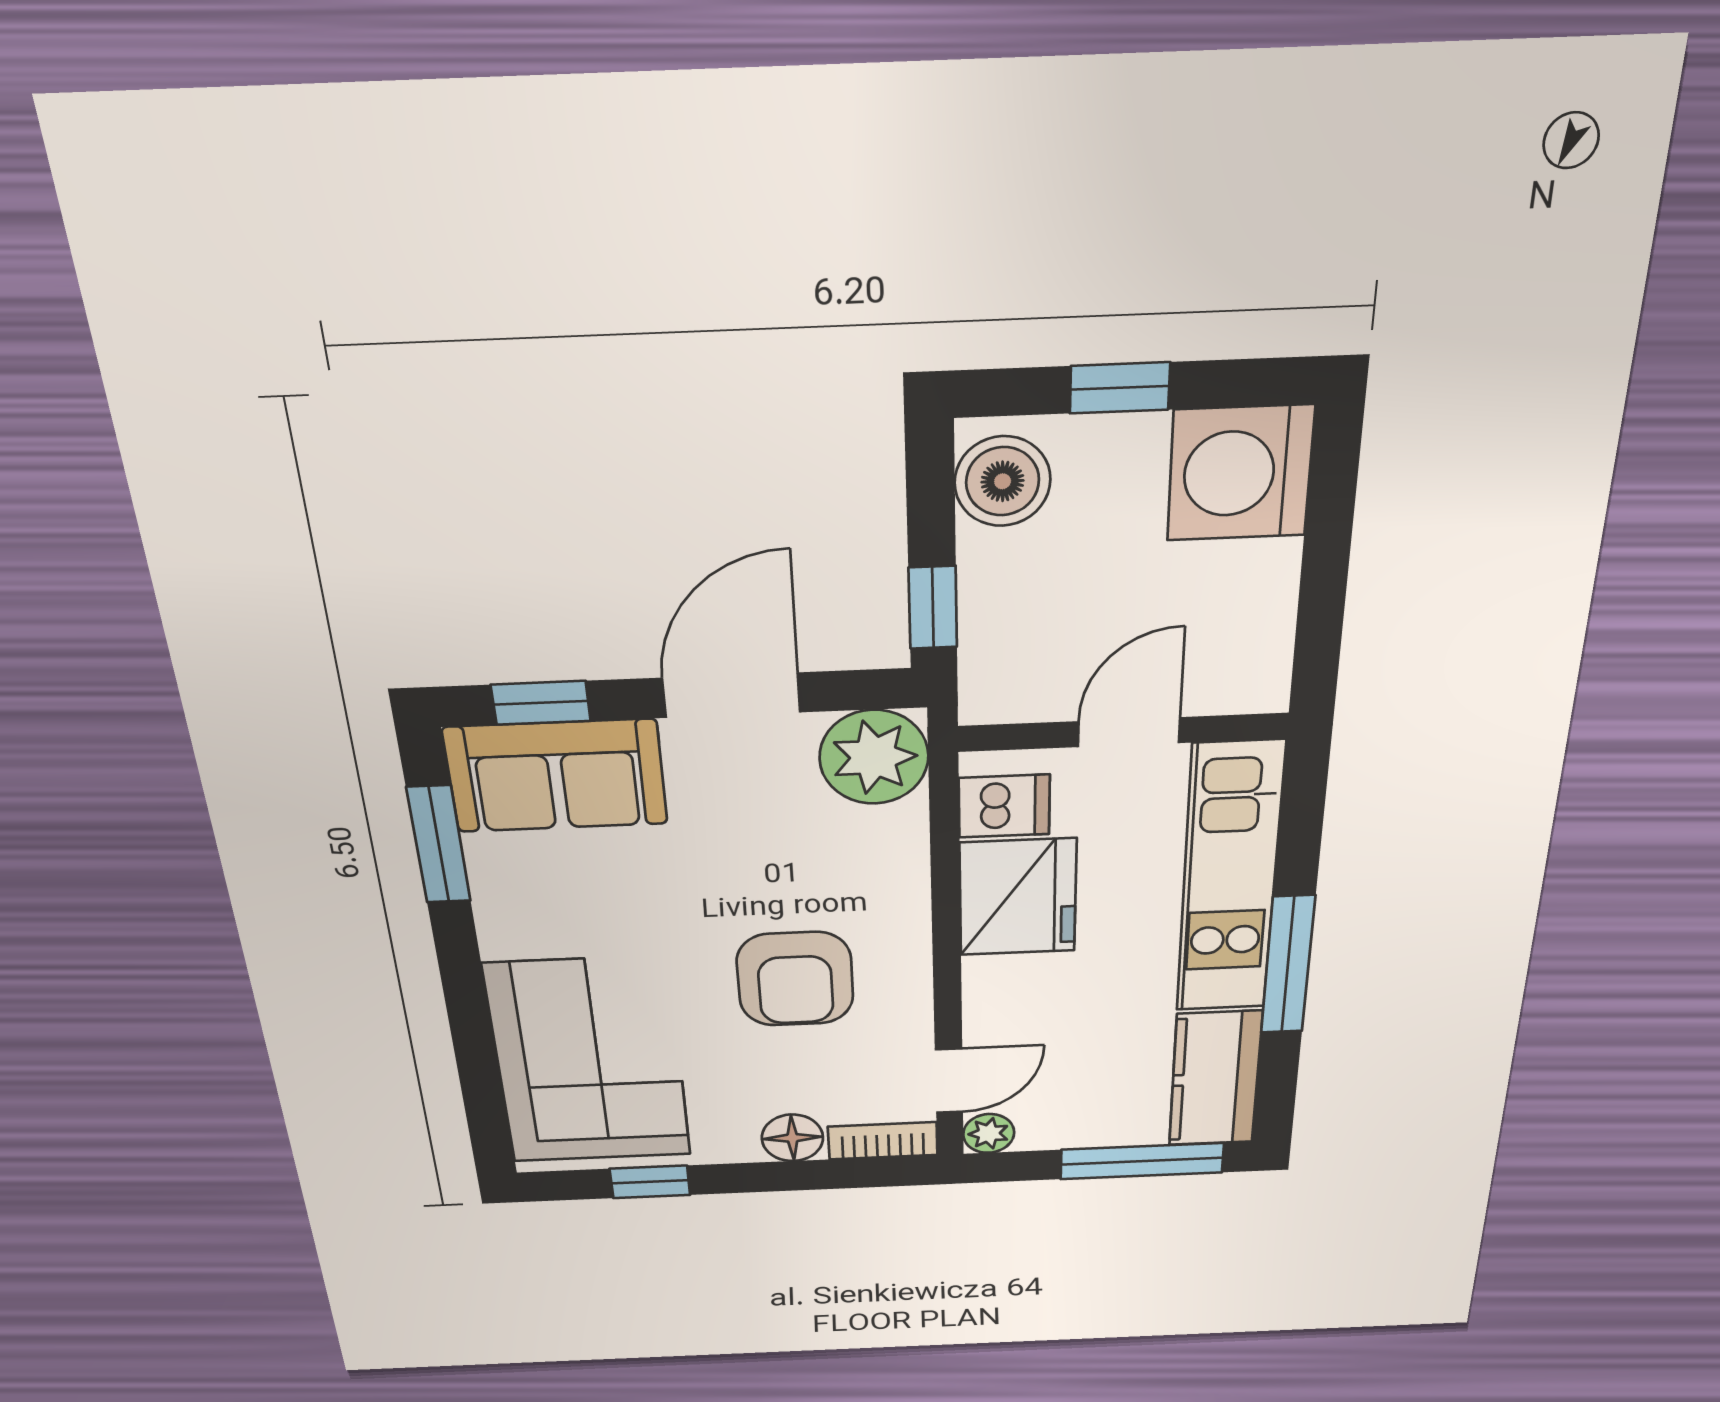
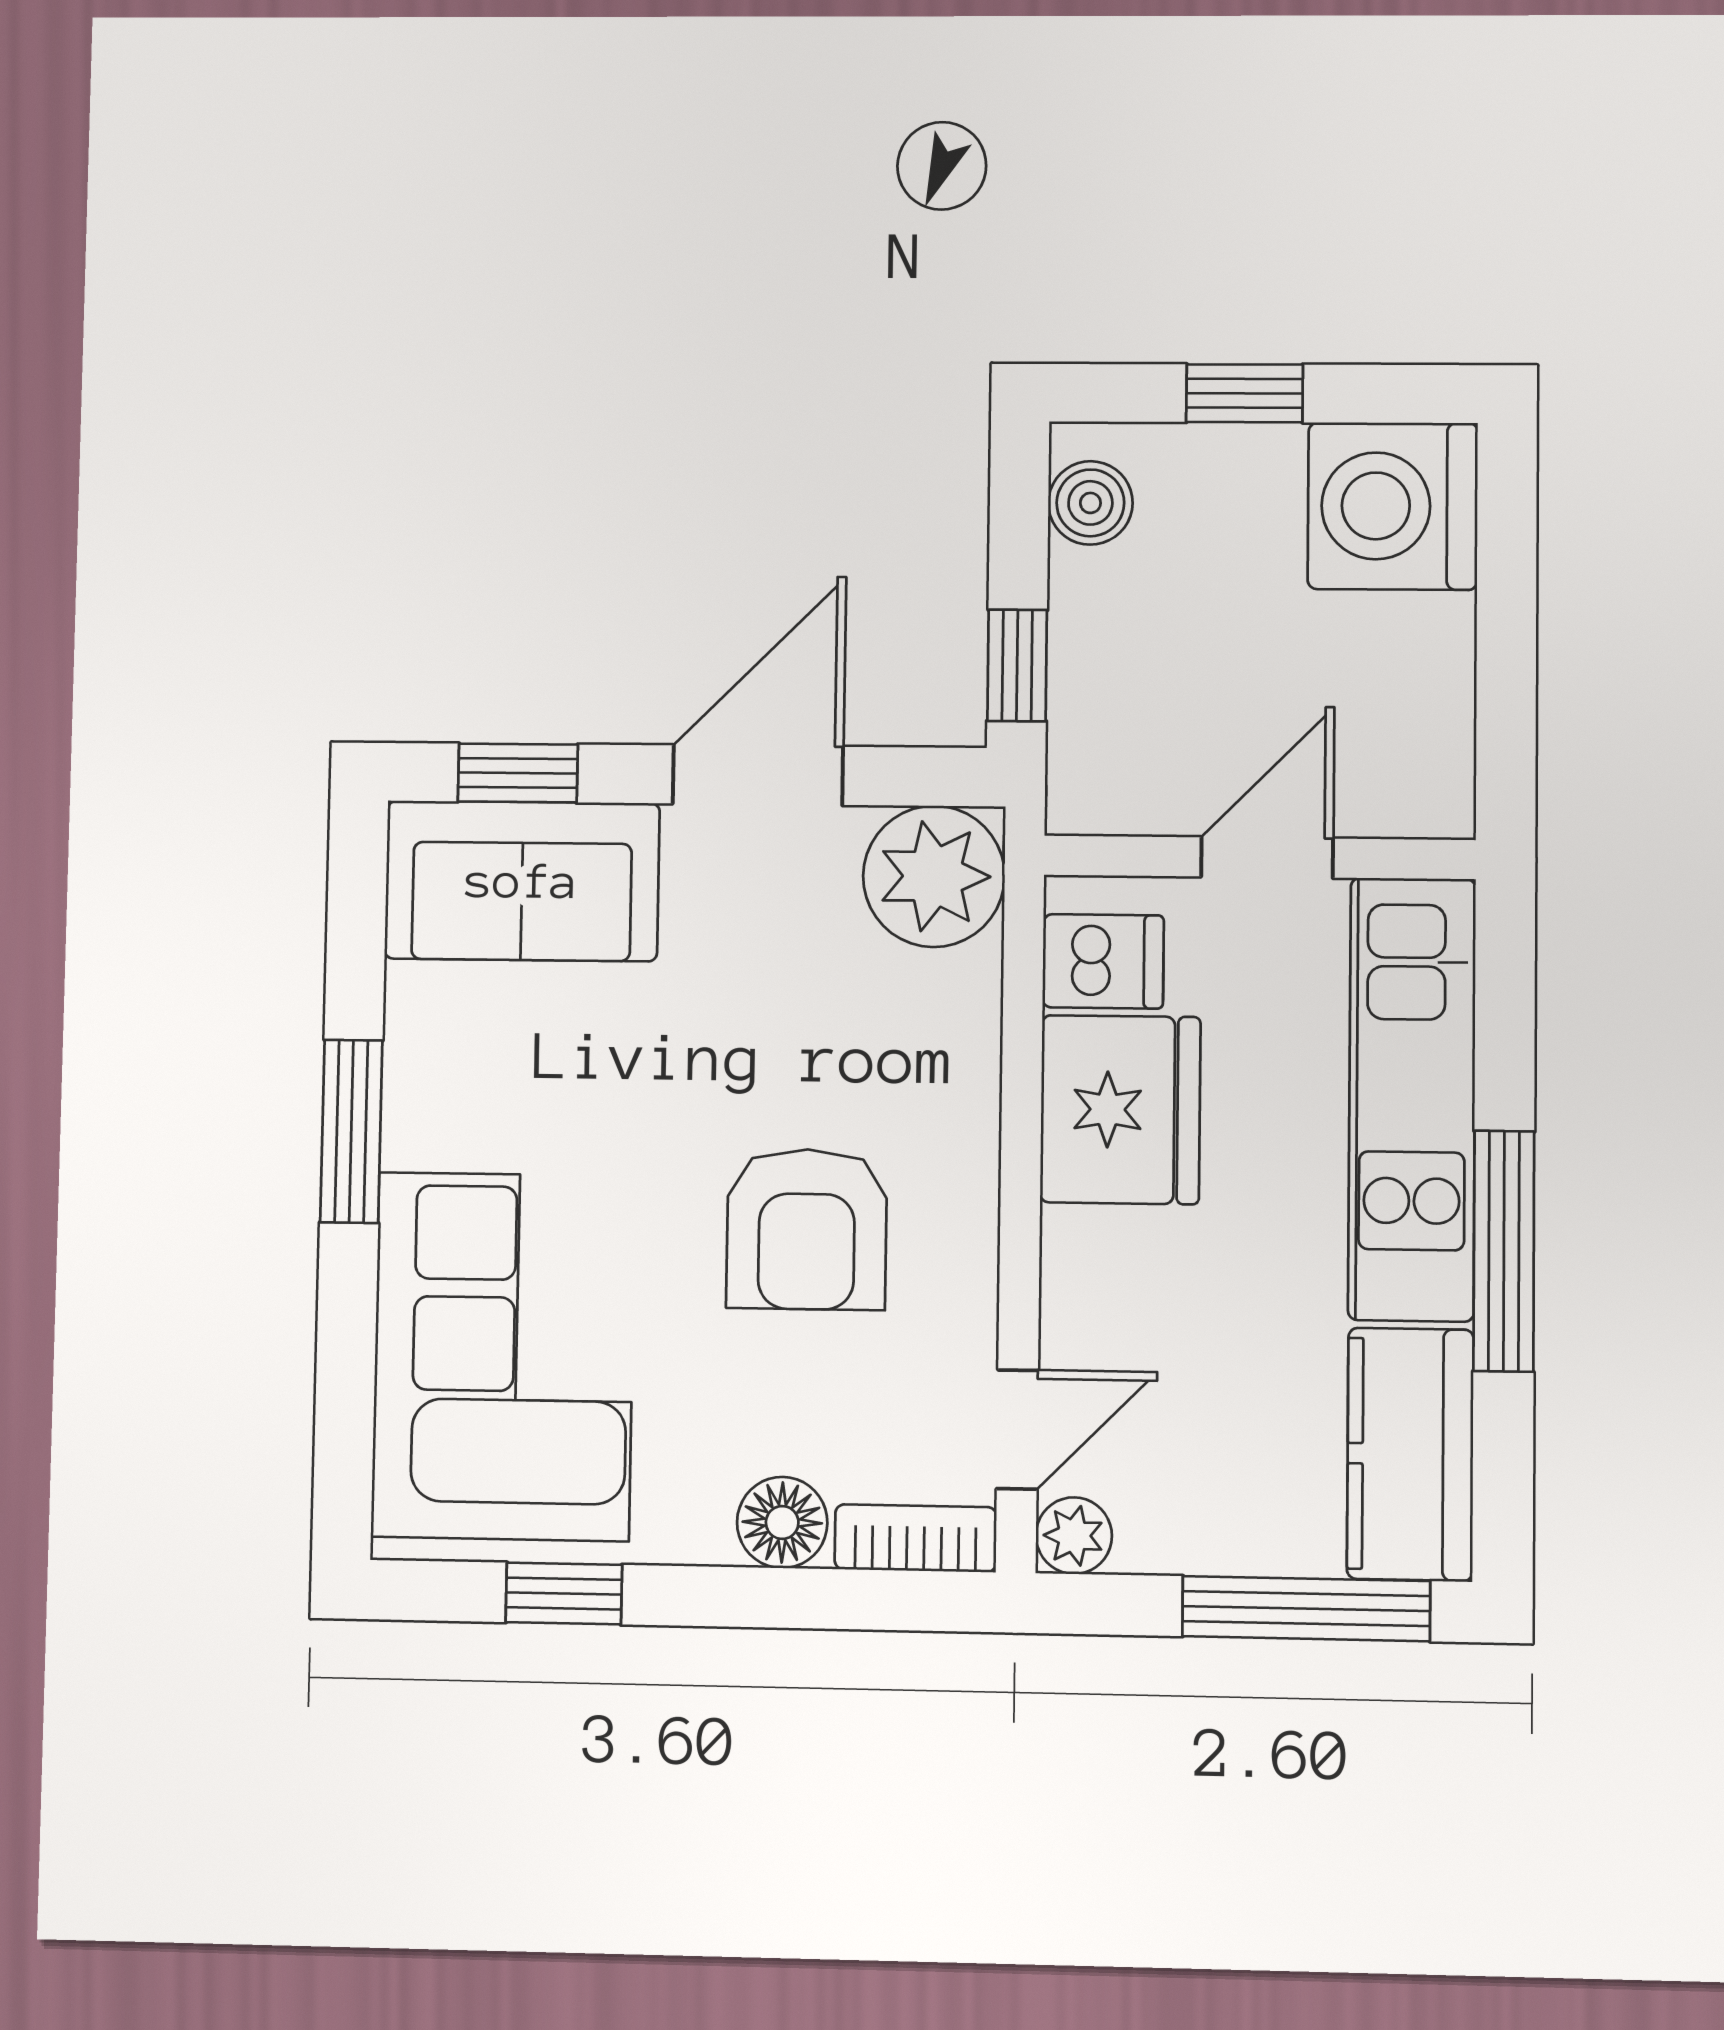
boiler: (1003, 481) -> (1090, 503), width x0.73, depth x0.73
window: (439, 845) -> (351, 1131), moved

